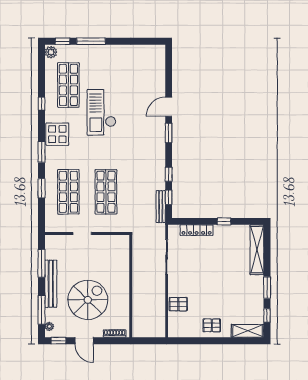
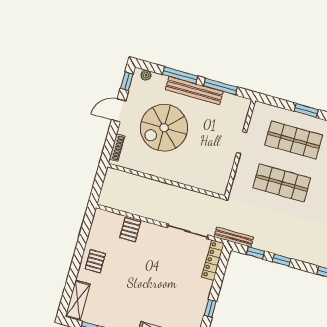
bench: (161, 207) -> (234, 237), moved
locker: (197, 230) -> (213, 260), moved
spiral stairs: (88, 300) -> (164, 128), turned 90
window: (42, 310) -> (180, 75), moved

